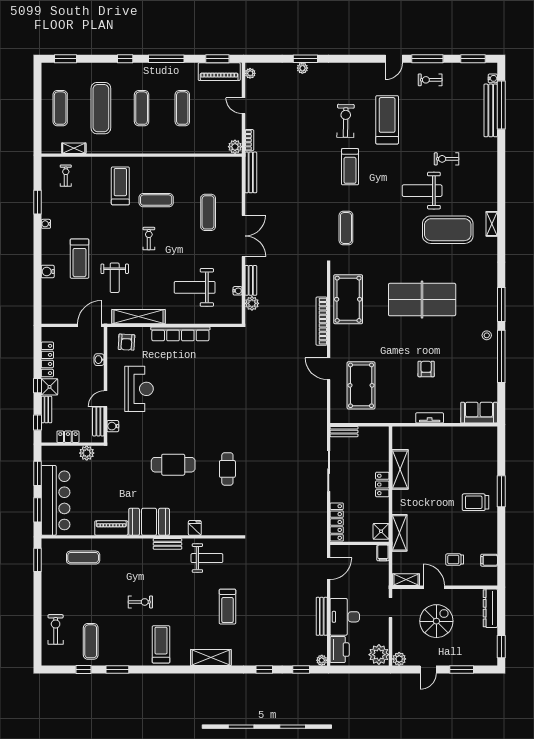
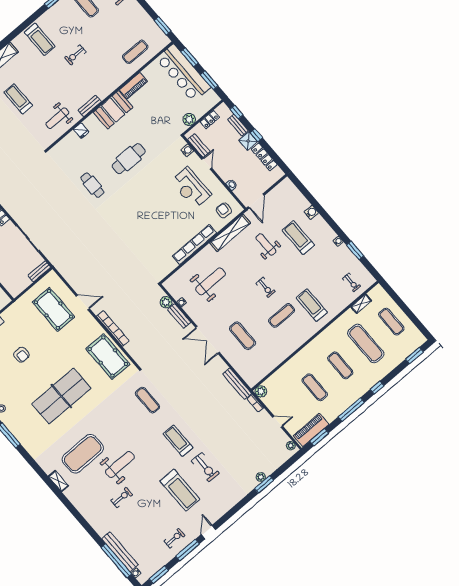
treadmill: (120, 186) -> (312, 305), turned 180

